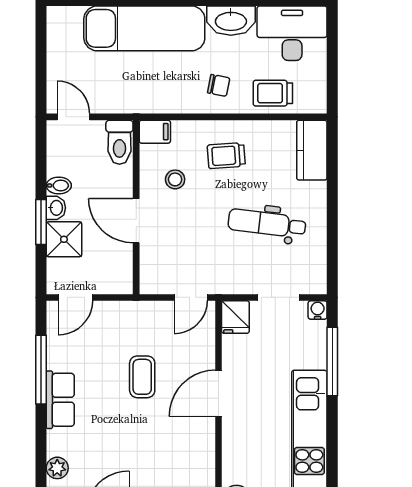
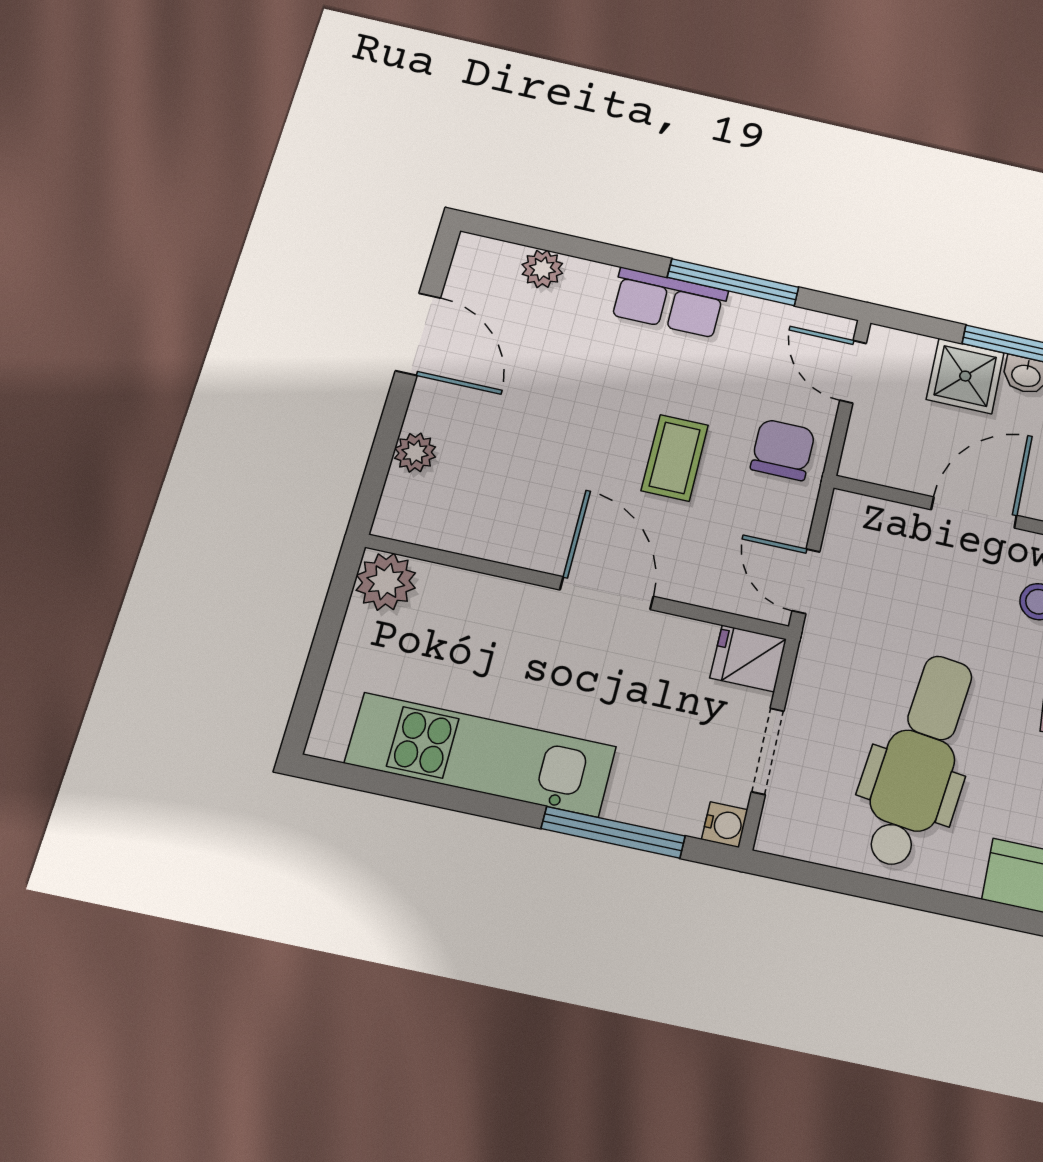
dental chair: (267, 223) -> (919, 760), width x1.36, depth x1.38
chair: (125, 324) -> (783, 450), added
coffee table: (142, 377) -> (675, 458), turned 90

